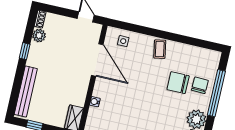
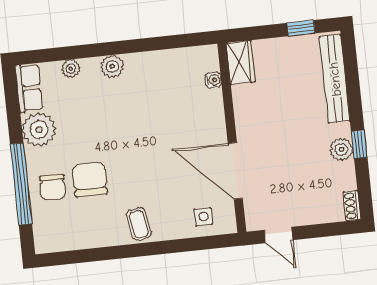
plant: (39, 35) -> (341, 149), moved
chair: (178, 83) -> (90, 179), turned -90
water cooler: (95, 102) -> (213, 80), moved

